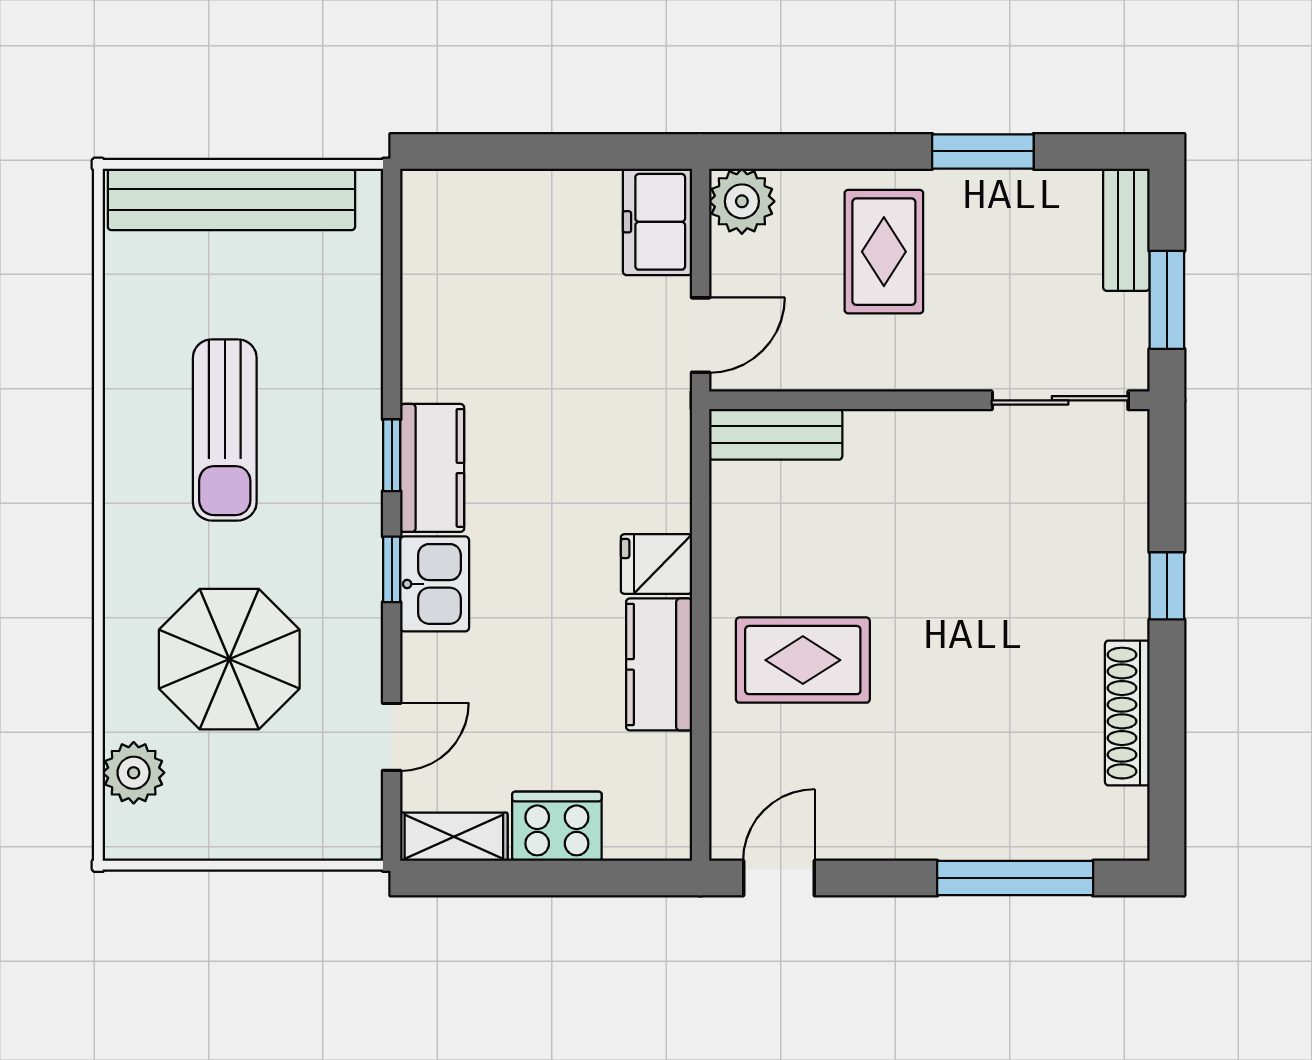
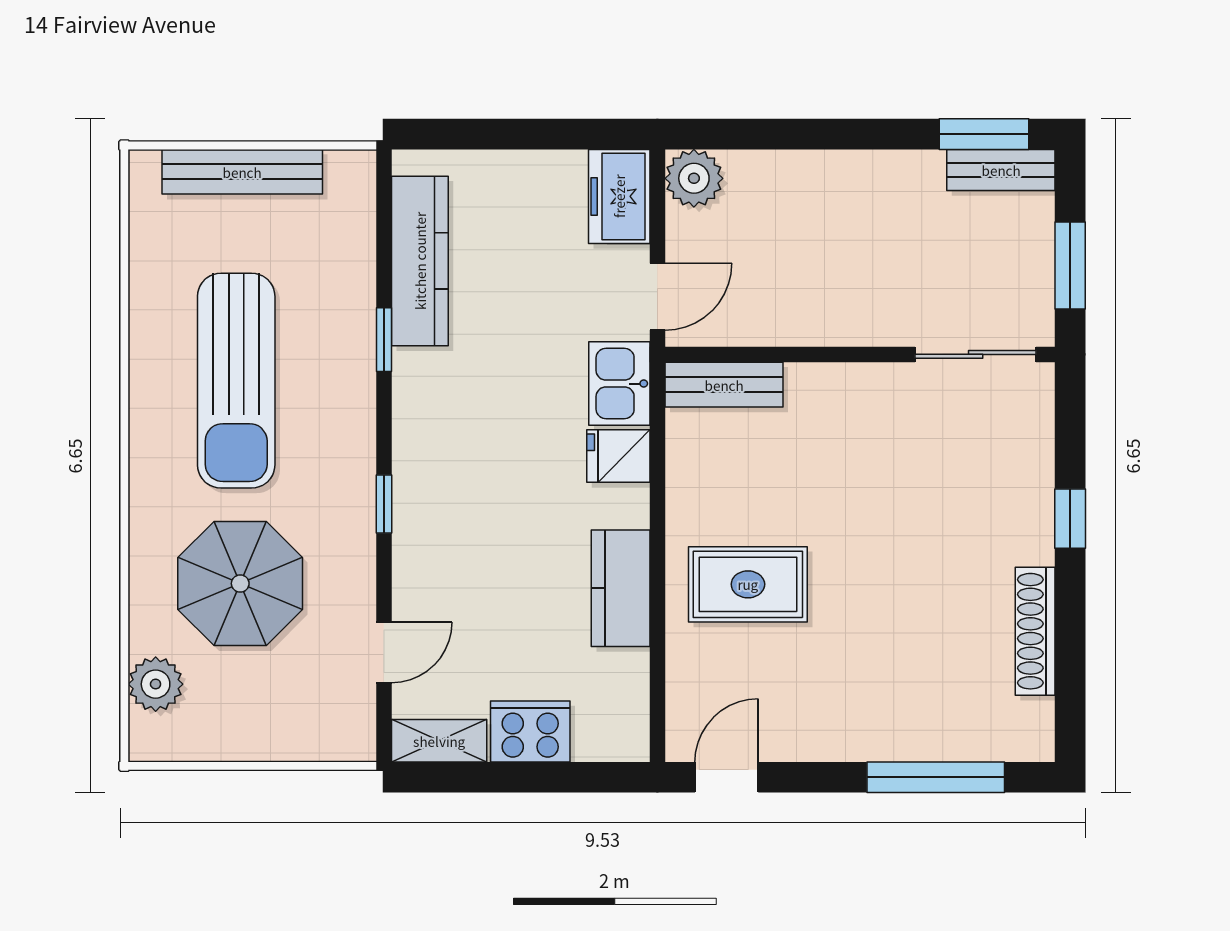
window: (983, 151) -> (984, 134), moved
bench: (231, 199) -> (242, 172), width x0.73, depth x0.82
bench: (1126, 230) -> (1001, 170), moved, turned 90
rug: (884, 252) -> (820, 223), removed
sun lounger: (225, 430) -> (236, 381), width x1.36, depth x1.34
window: (392, 455) -> (384, 340), moved
kitchen counter: (432, 468) -> (420, 261), moved, width x1.50
fridge: (656, 564) -> (618, 456), moved
kitchen sink: (435, 584) -> (619, 384), moved, turned 180

